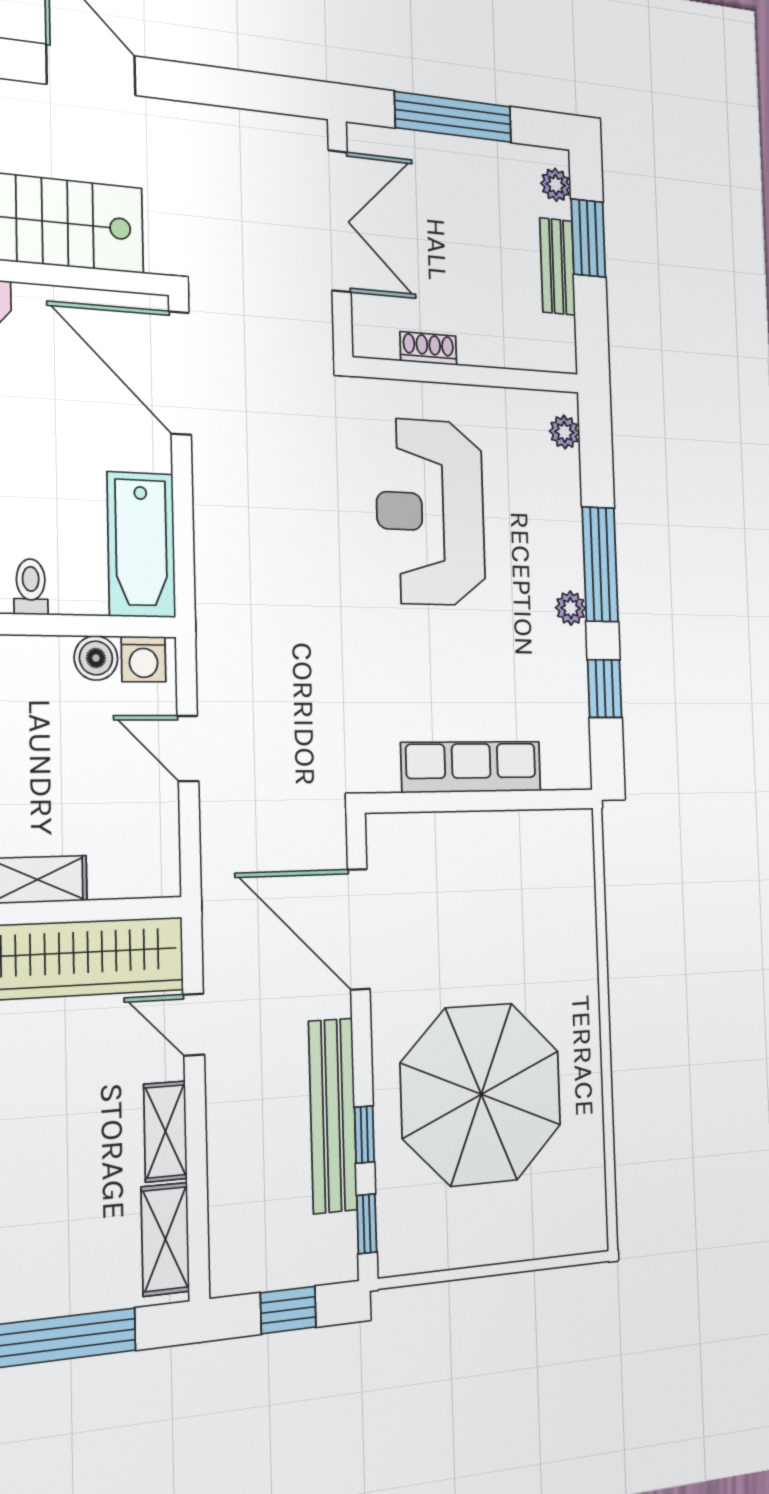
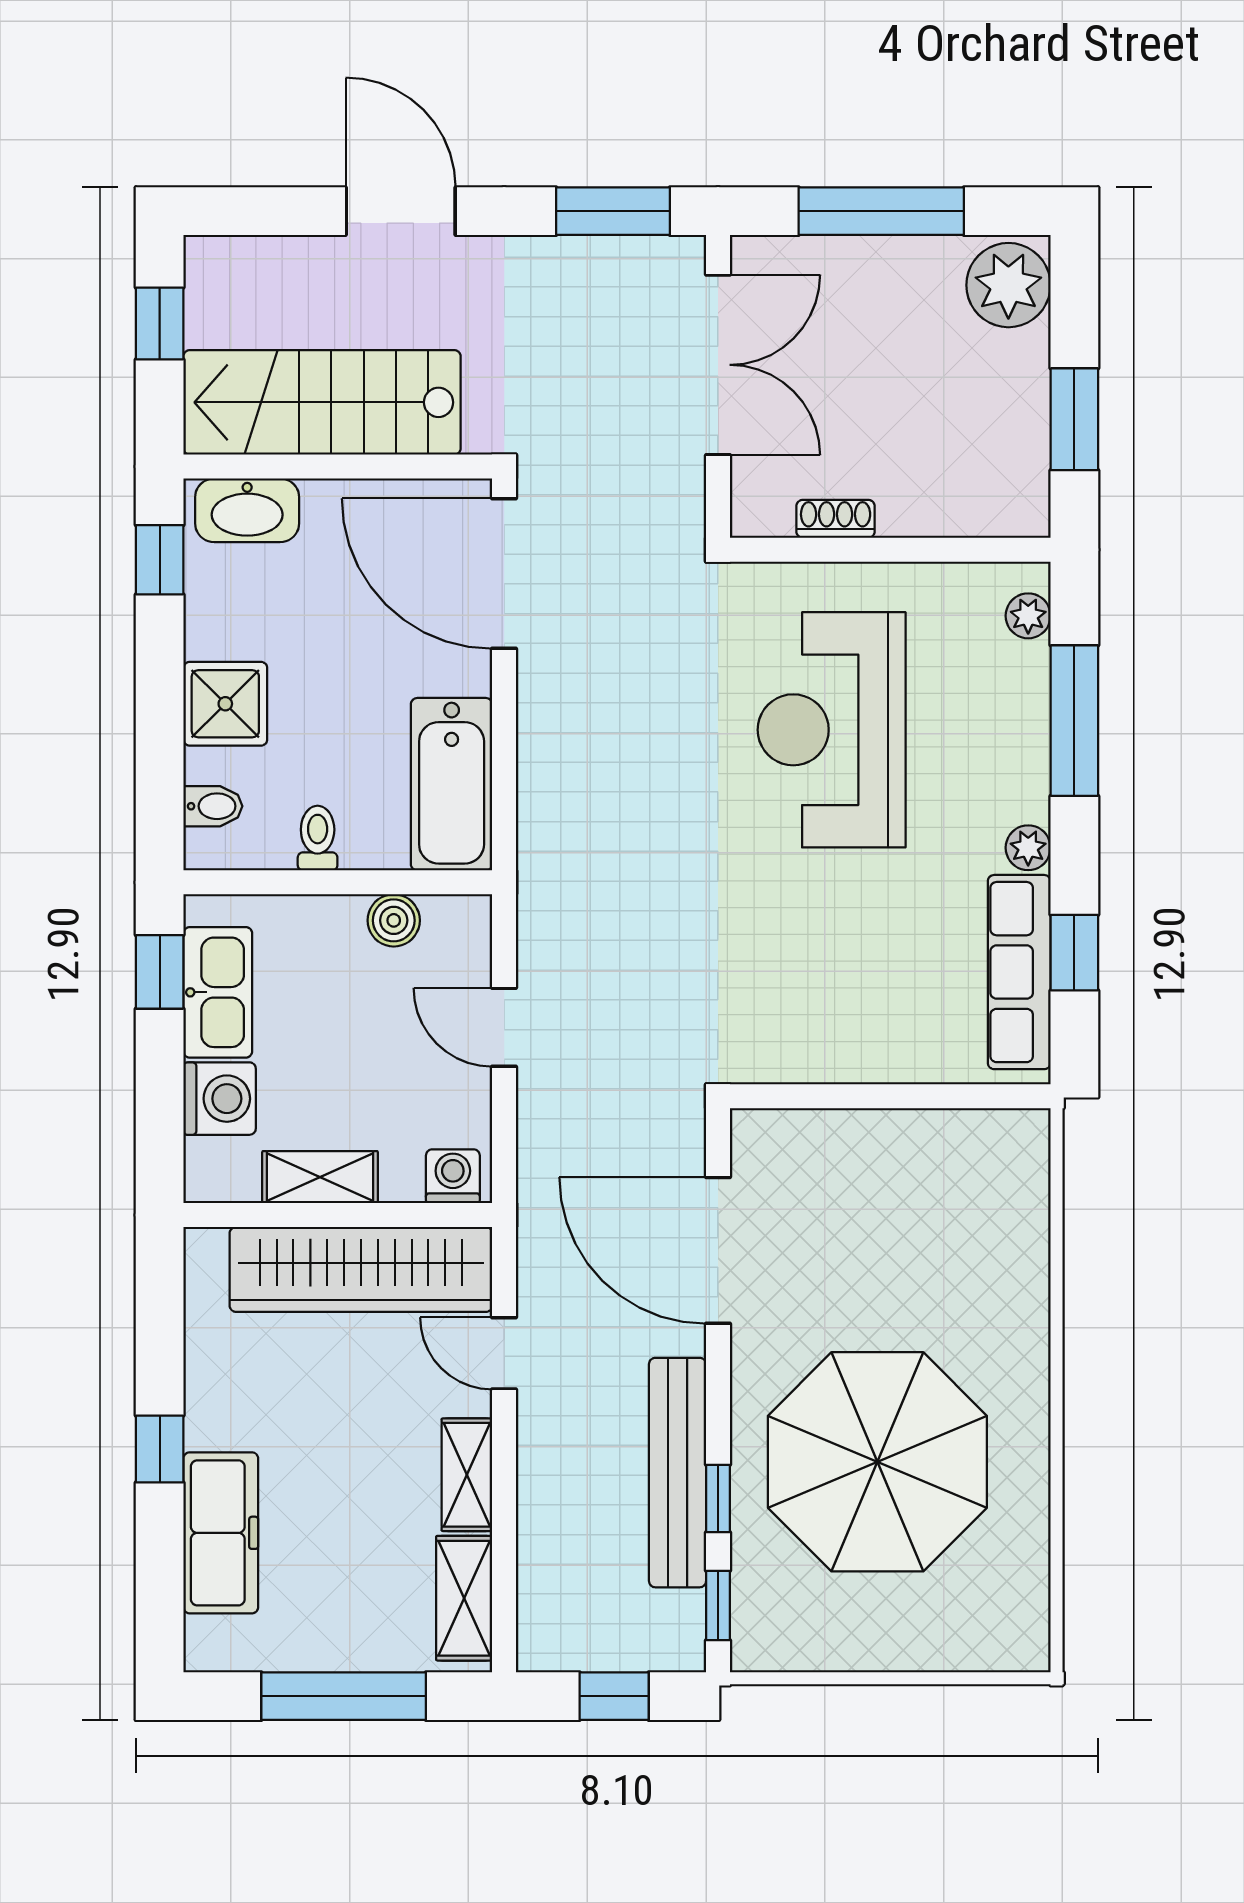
window: (258, 92) -> (613, 211), added
plant: (556, 185) -> (1008, 285), width x1.87, depth x1.87
window: (588, 238) -> (1074, 419), moved
bench: (558, 266) -> (1026, 395), removed
window: (600, 564) -> (1074, 721), moved
washing machine: (144, 659) -> (453, 1176), moved, turned 180
row of seats: (471, 767) -> (1019, 972), moved, turned -90

